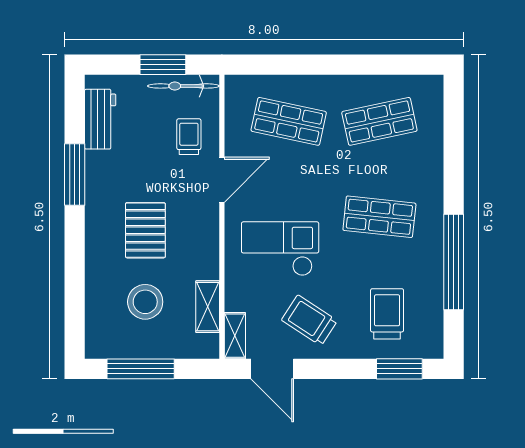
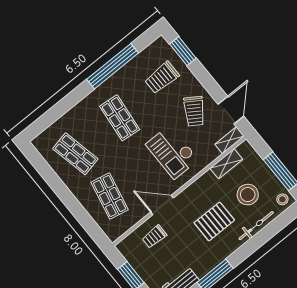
bicycle: (183, 86) -> (256, 226), moved, turned -90
stool: (102, 342) -> (282, 199), added

